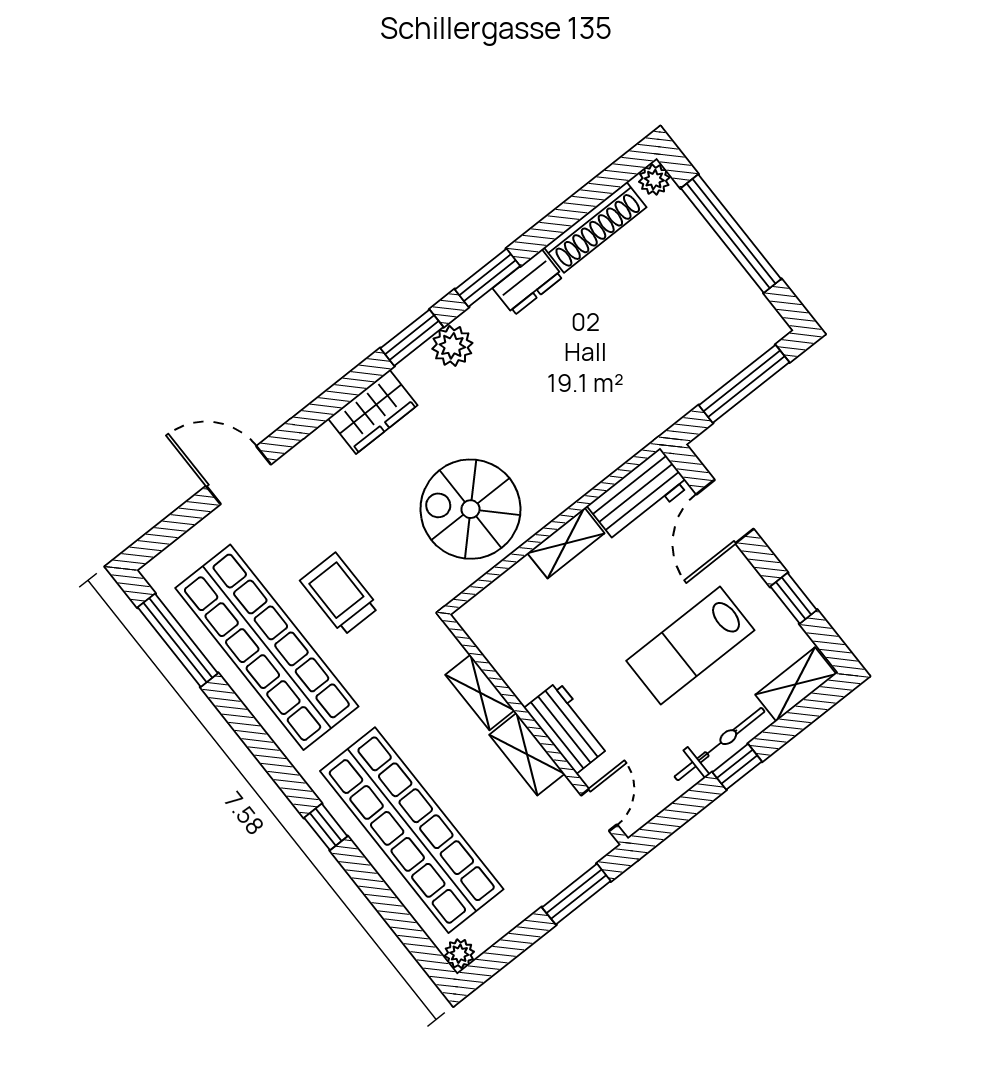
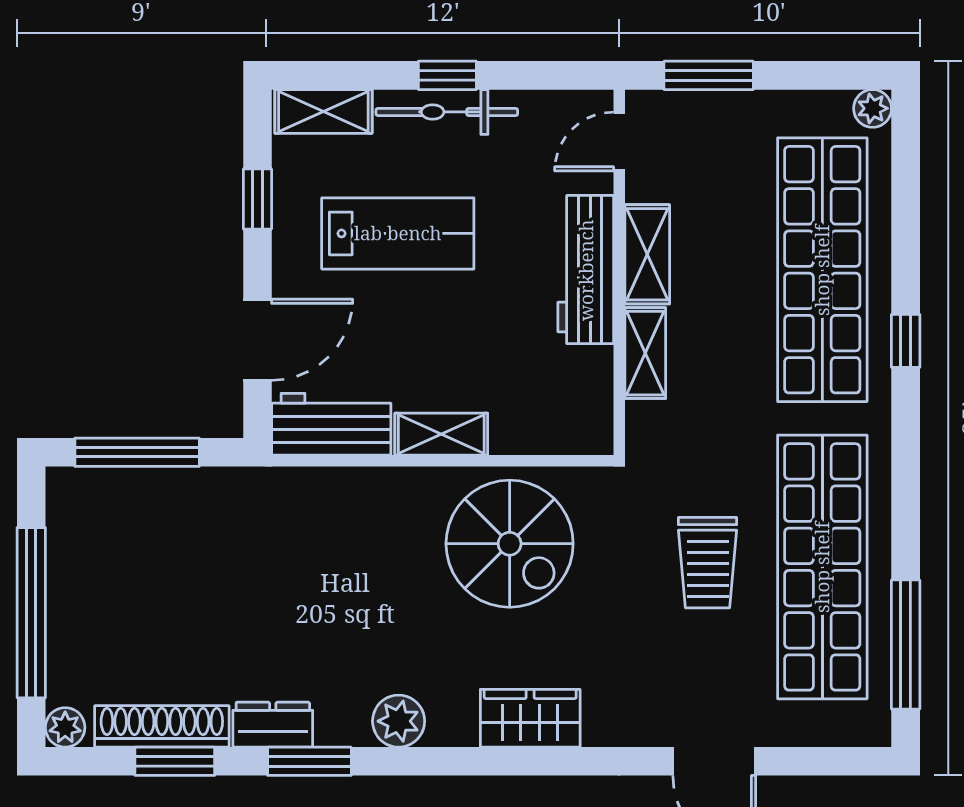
window: (412, 338) -> (175, 761), moved
workbench: (567, 727) -> (586, 270), width x1.37

